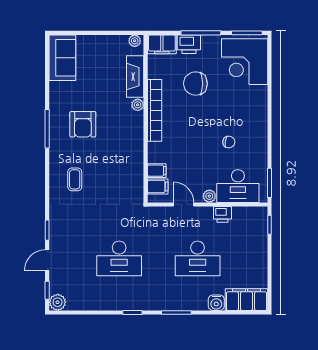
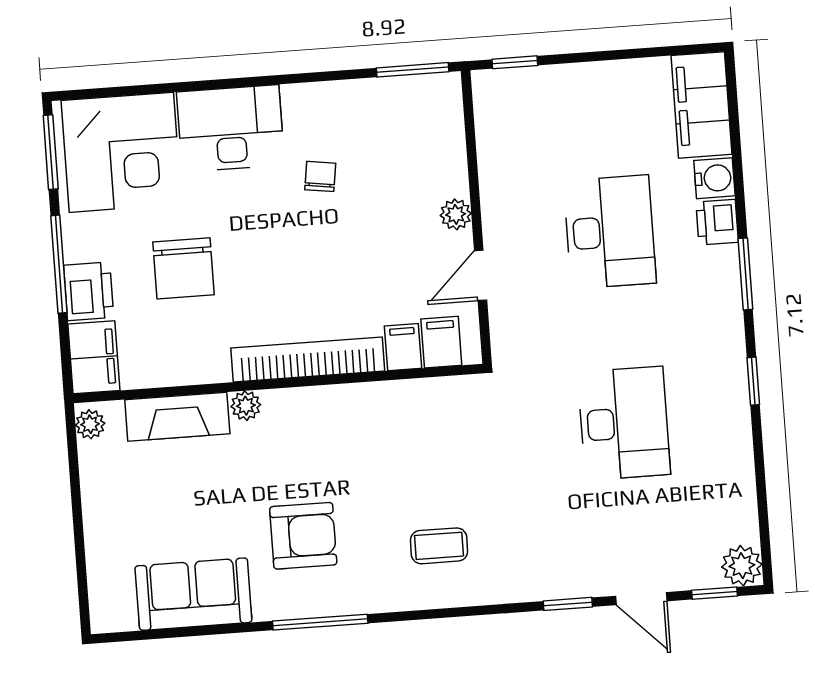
sofa: (62, 58) -> (193, 594), moved
bookcase: (155, 110) -> (308, 359), moved
desk: (238, 186) -> (231, 128), moved, turned -90
printer: (223, 214) -> (717, 222), moved, turned 180

